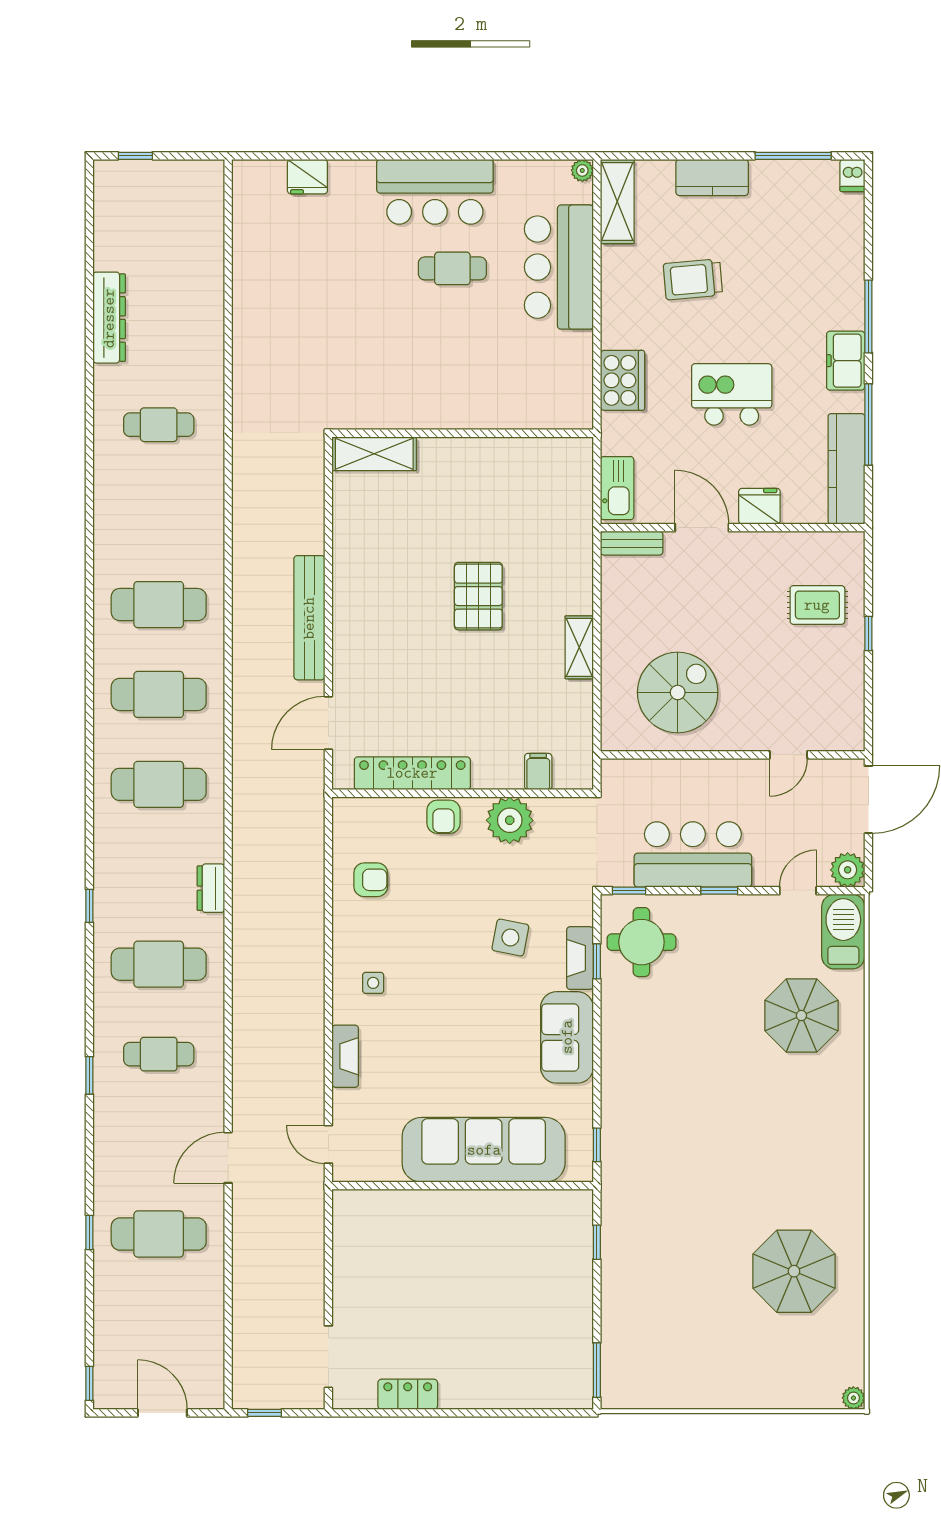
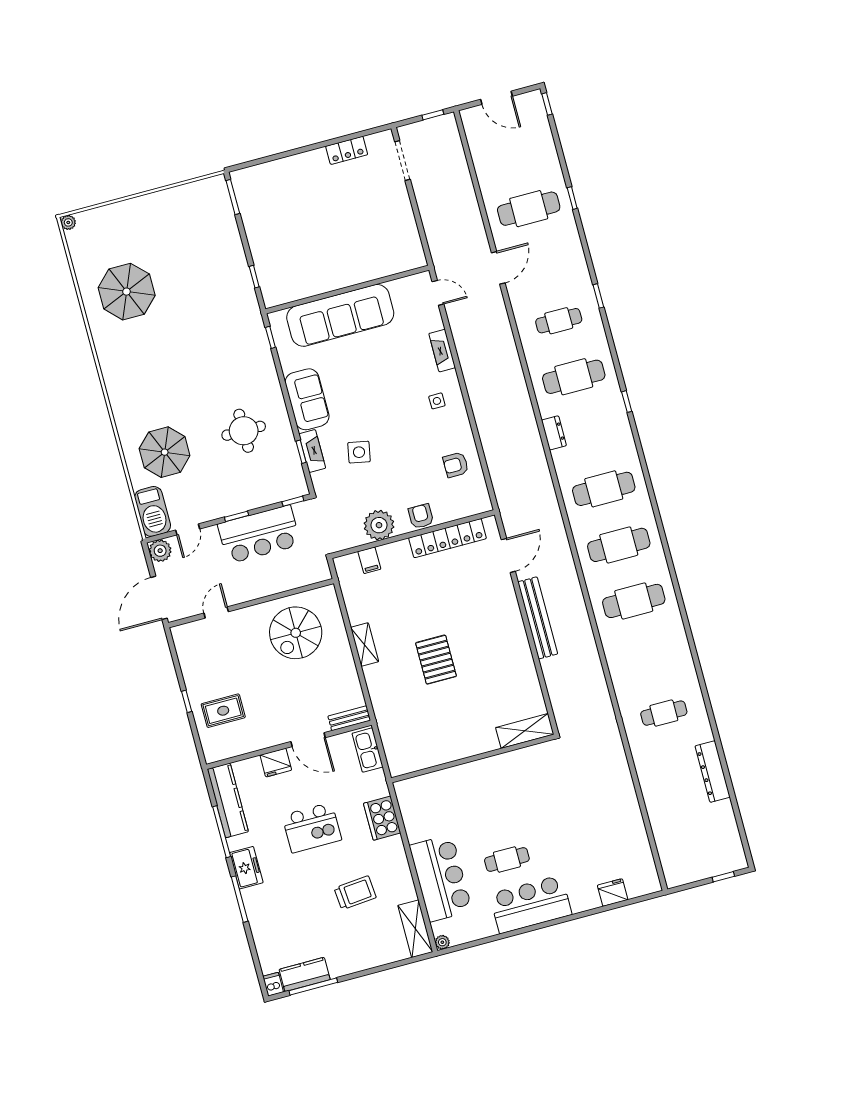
kitchen counter: (712, 177) -> (305, 974), moved
round table: (641, 942) -> (244, 431), moved

